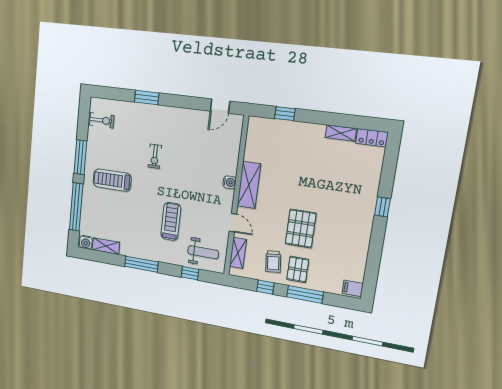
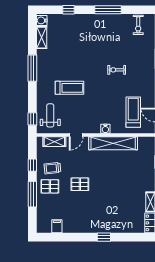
treadmill: (112, 180) -> (133, 112), moved
shelving: (249, 185) -> (113, 143), width x1.47
window: (76, 207) -> (69, 10), width x0.32
pallet: (301, 228) -> (80, 184), width x0.67, depth x0.71
weight bench: (203, 252) -> (50, 115), turned 180
window: (190, 273) -> (32, 119), moved
filing cabinet: (353, 288) -> (57, 226), moved

